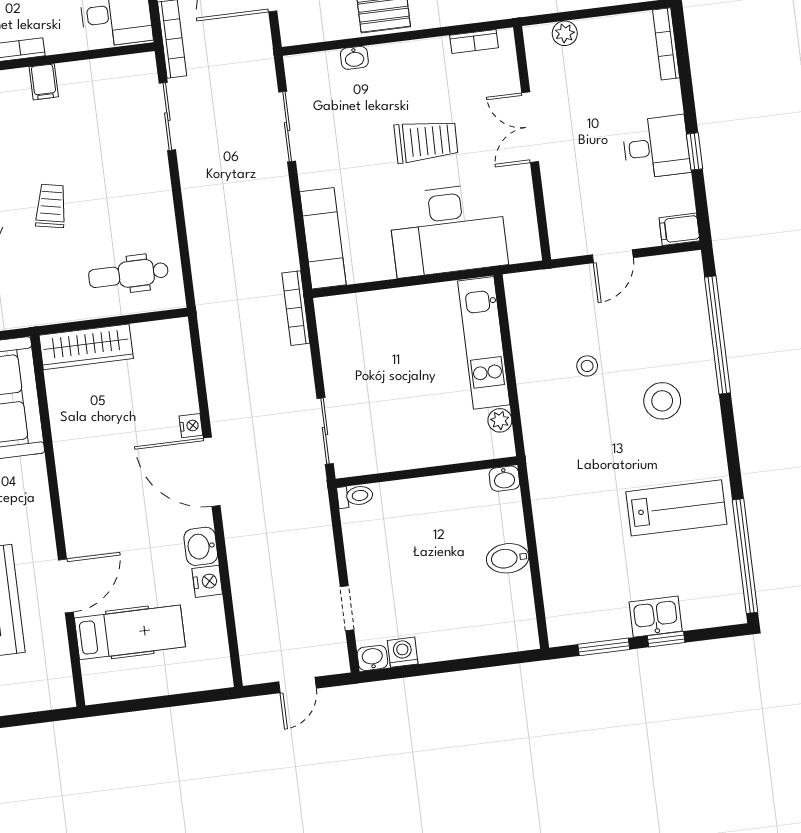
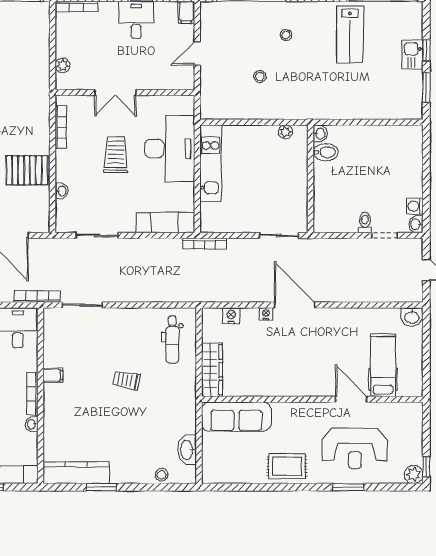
bookcase: (474, 41) -> (61, 127), width x1.56
door: (613, 256) -> (197, 53), swing flipped
kitchen unit: (484, 343) -> (211, 163), moved, turned -90
stool: (662, 401) -> (286, 35), width x0.53, depth x0.53
door: (212, 472) -> (295, 305), swing flipped
toilet: (355, 496) -> (365, 223), moved
lab bench: (676, 508) -> (350, 35), turned 180
washbasin: (201, 546) -> (412, 317), moved
bidet: (508, 558) -> (326, 152), moved, turned -90
nightstand: (207, 581) -> (231, 316), moved

